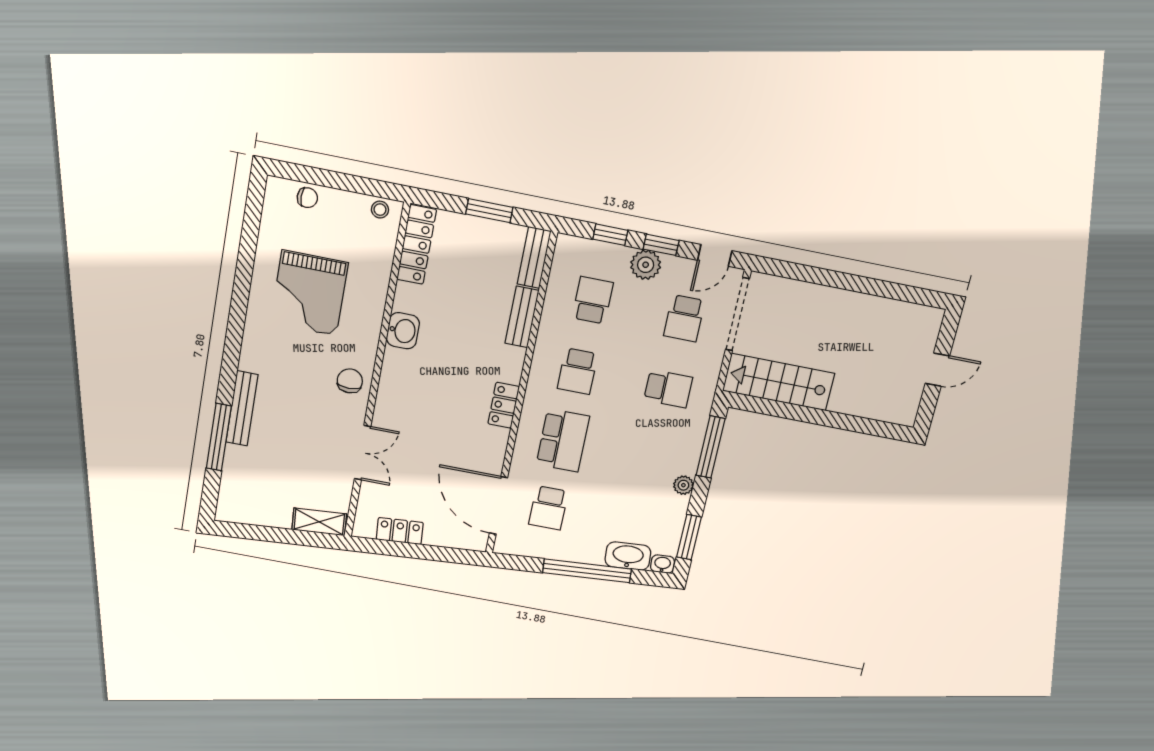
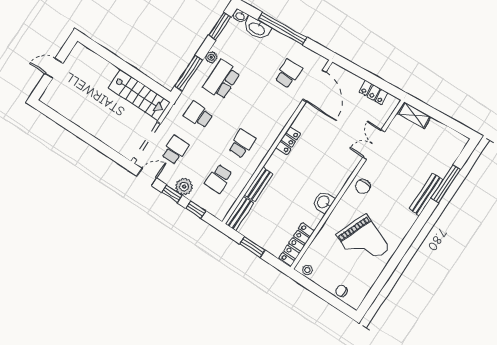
grand piano: (309, 293) -> (363, 242), turned 112
school desk: (563, 440) -> (222, 80), moved

